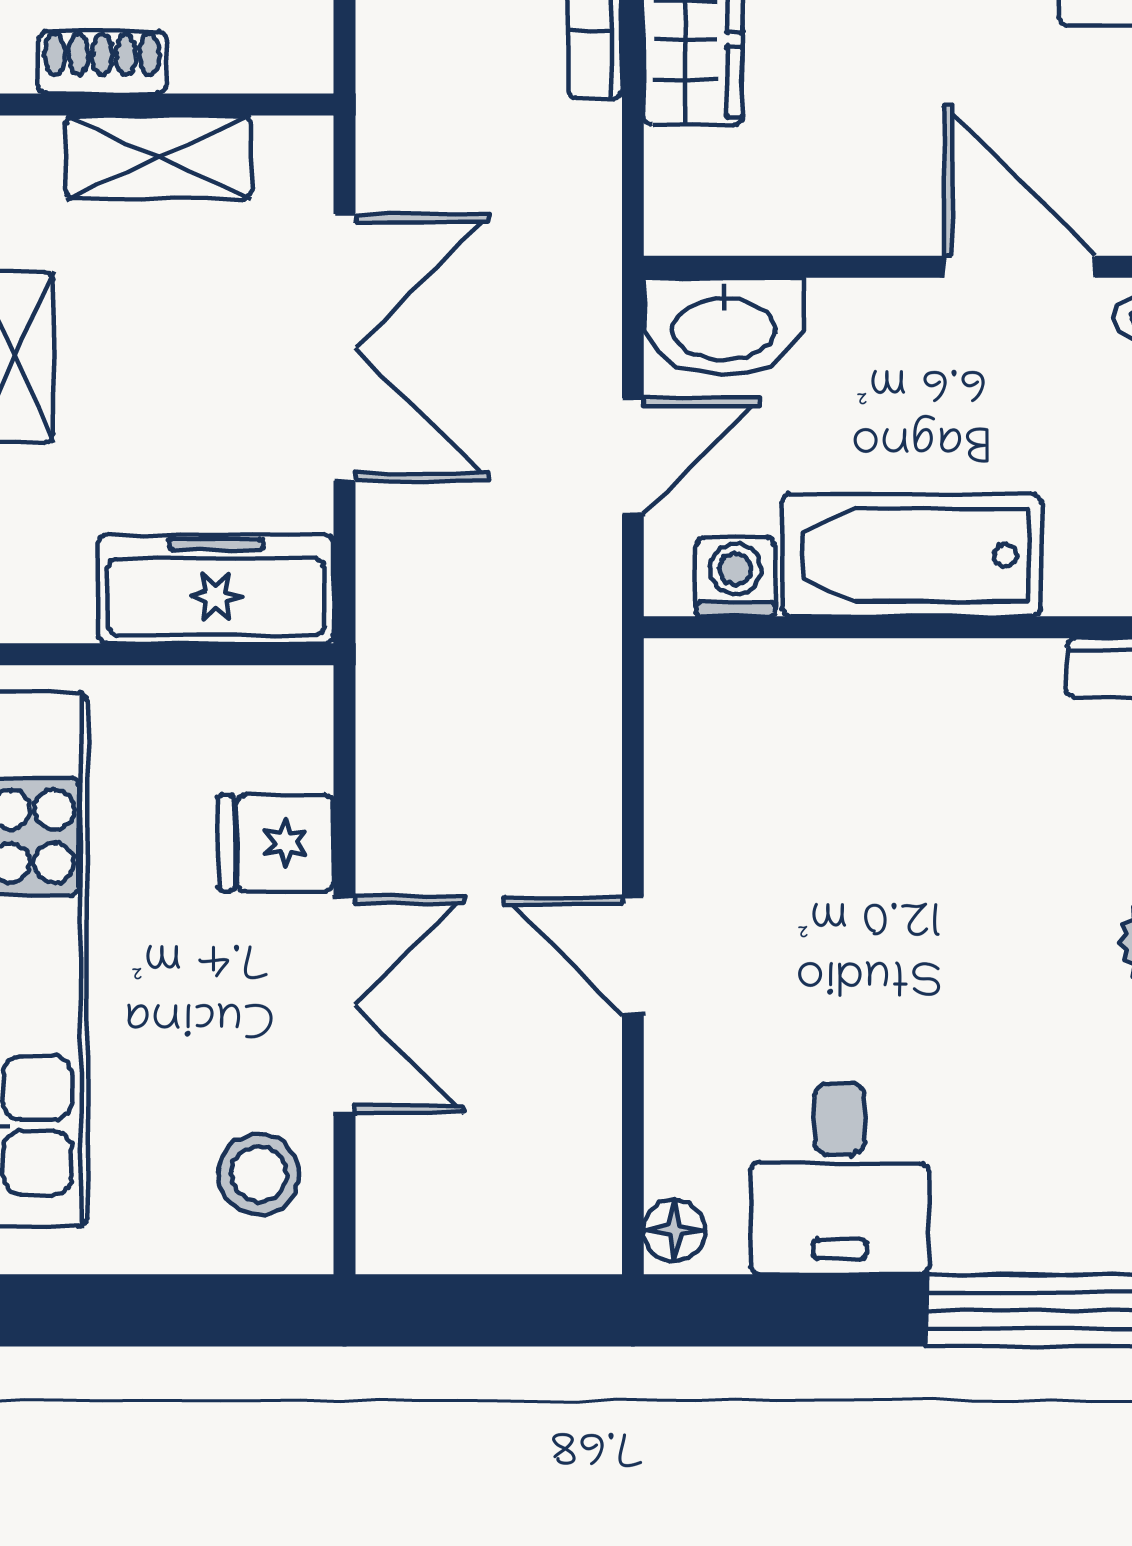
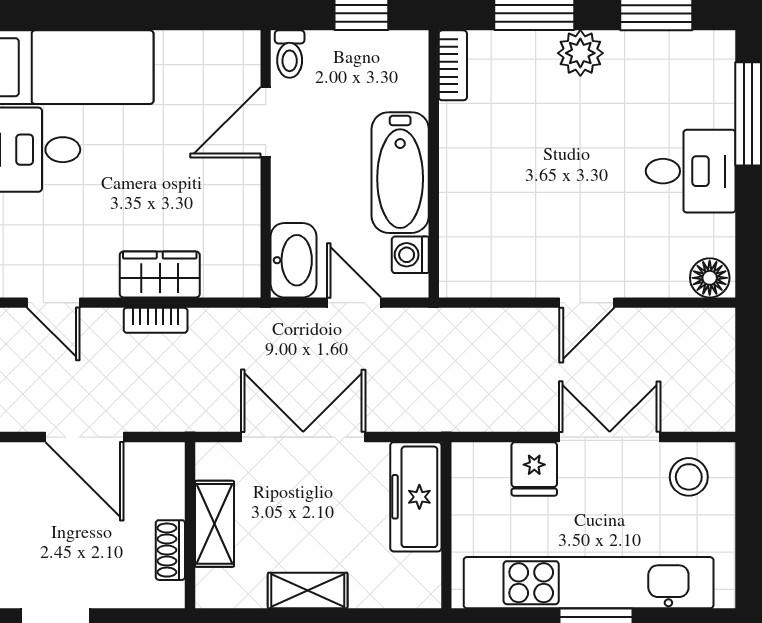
desk: (840, 1178) -> (691, 171), moved
floor lamp: (675, 1231) -> (710, 278), width x1.37, depth x1.37

